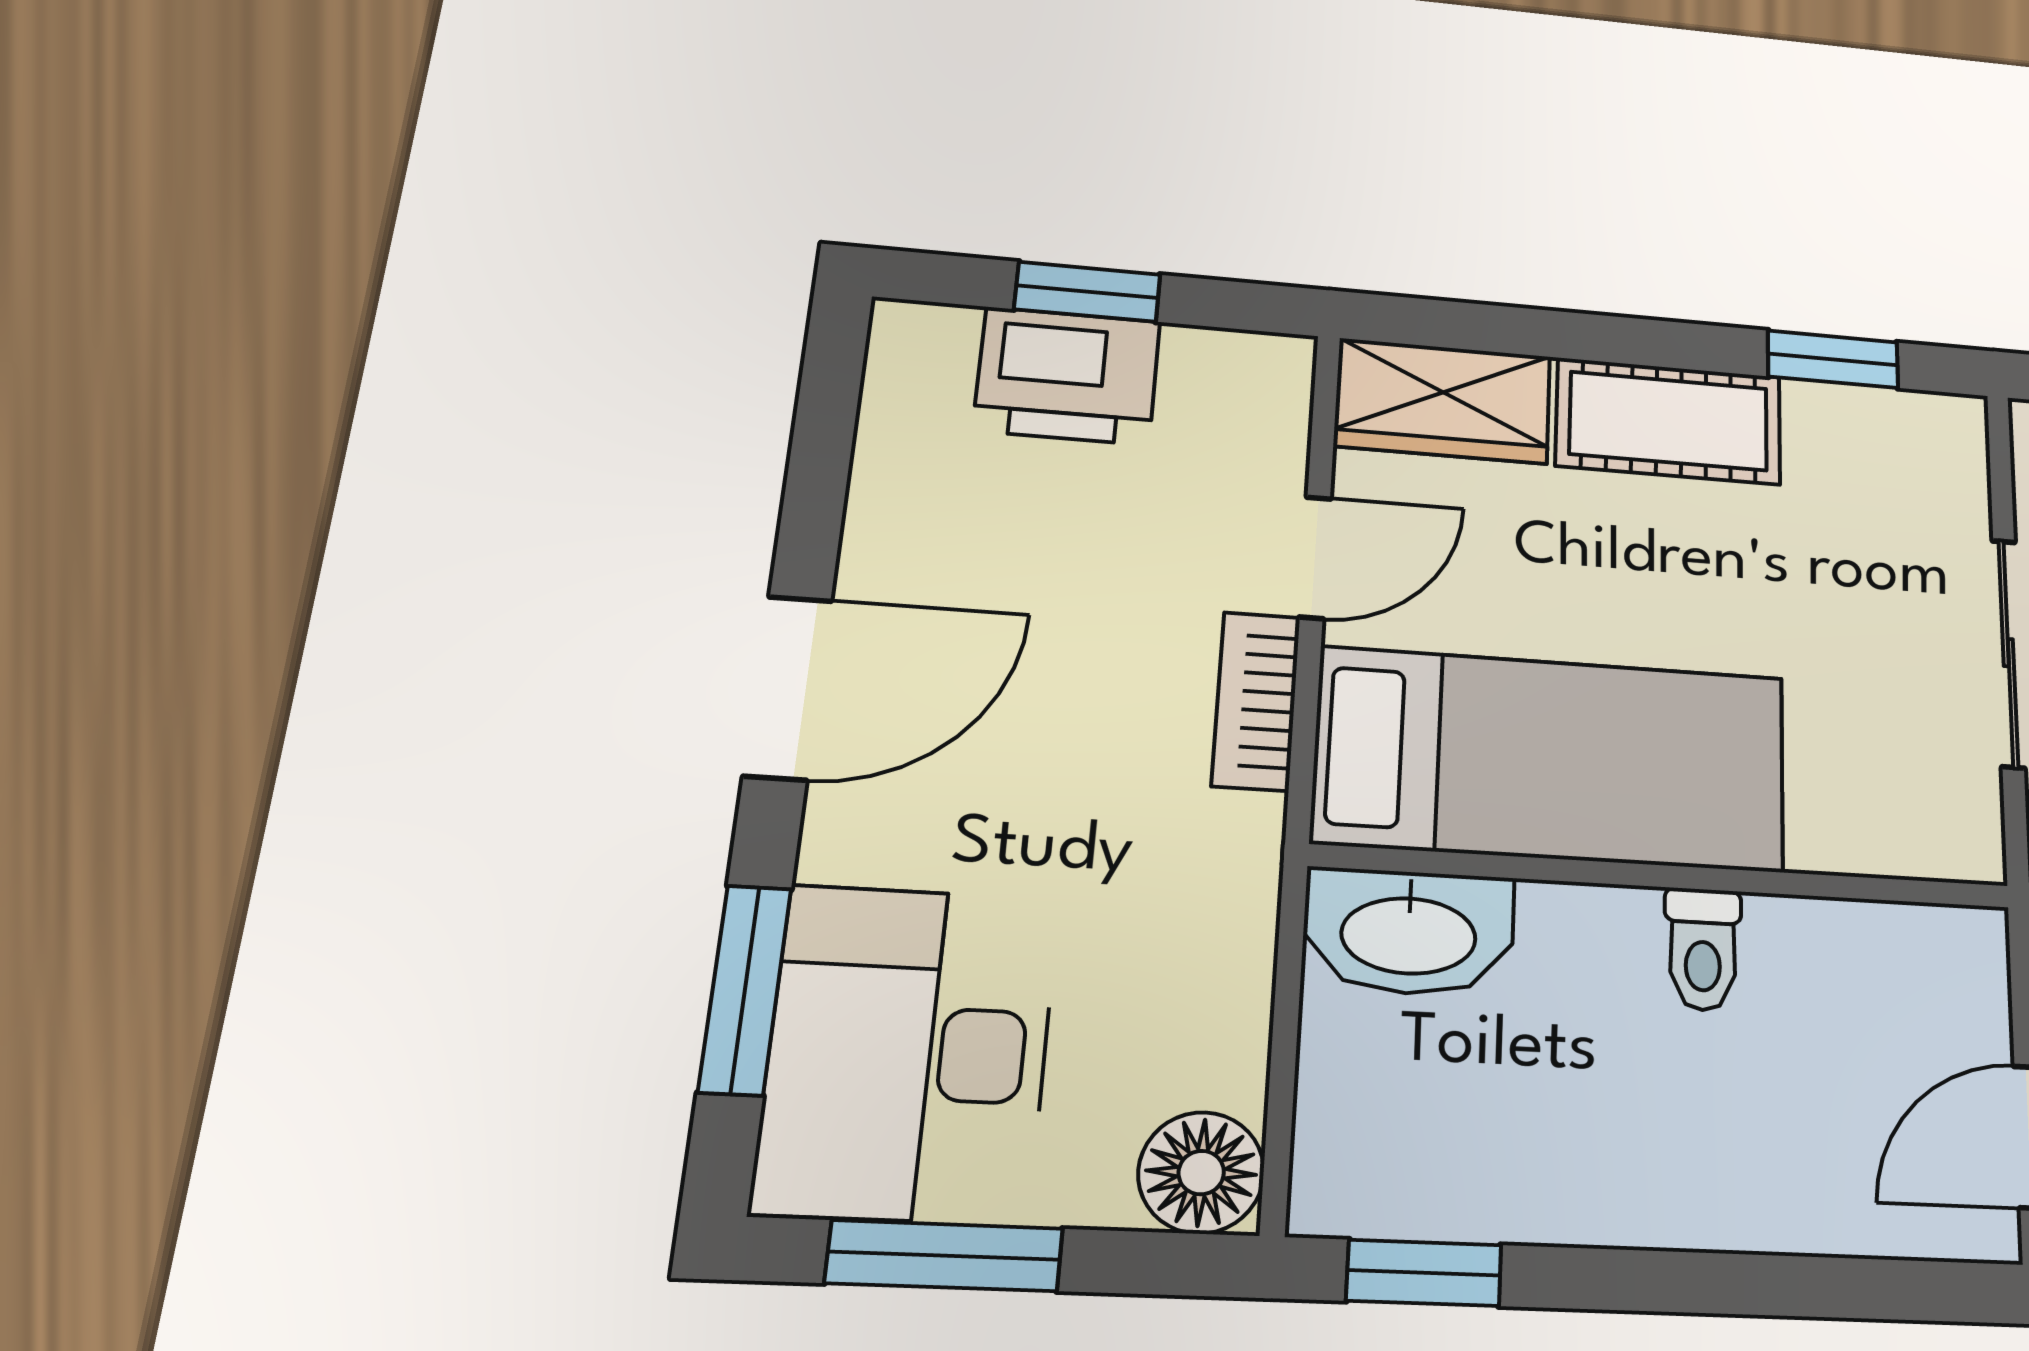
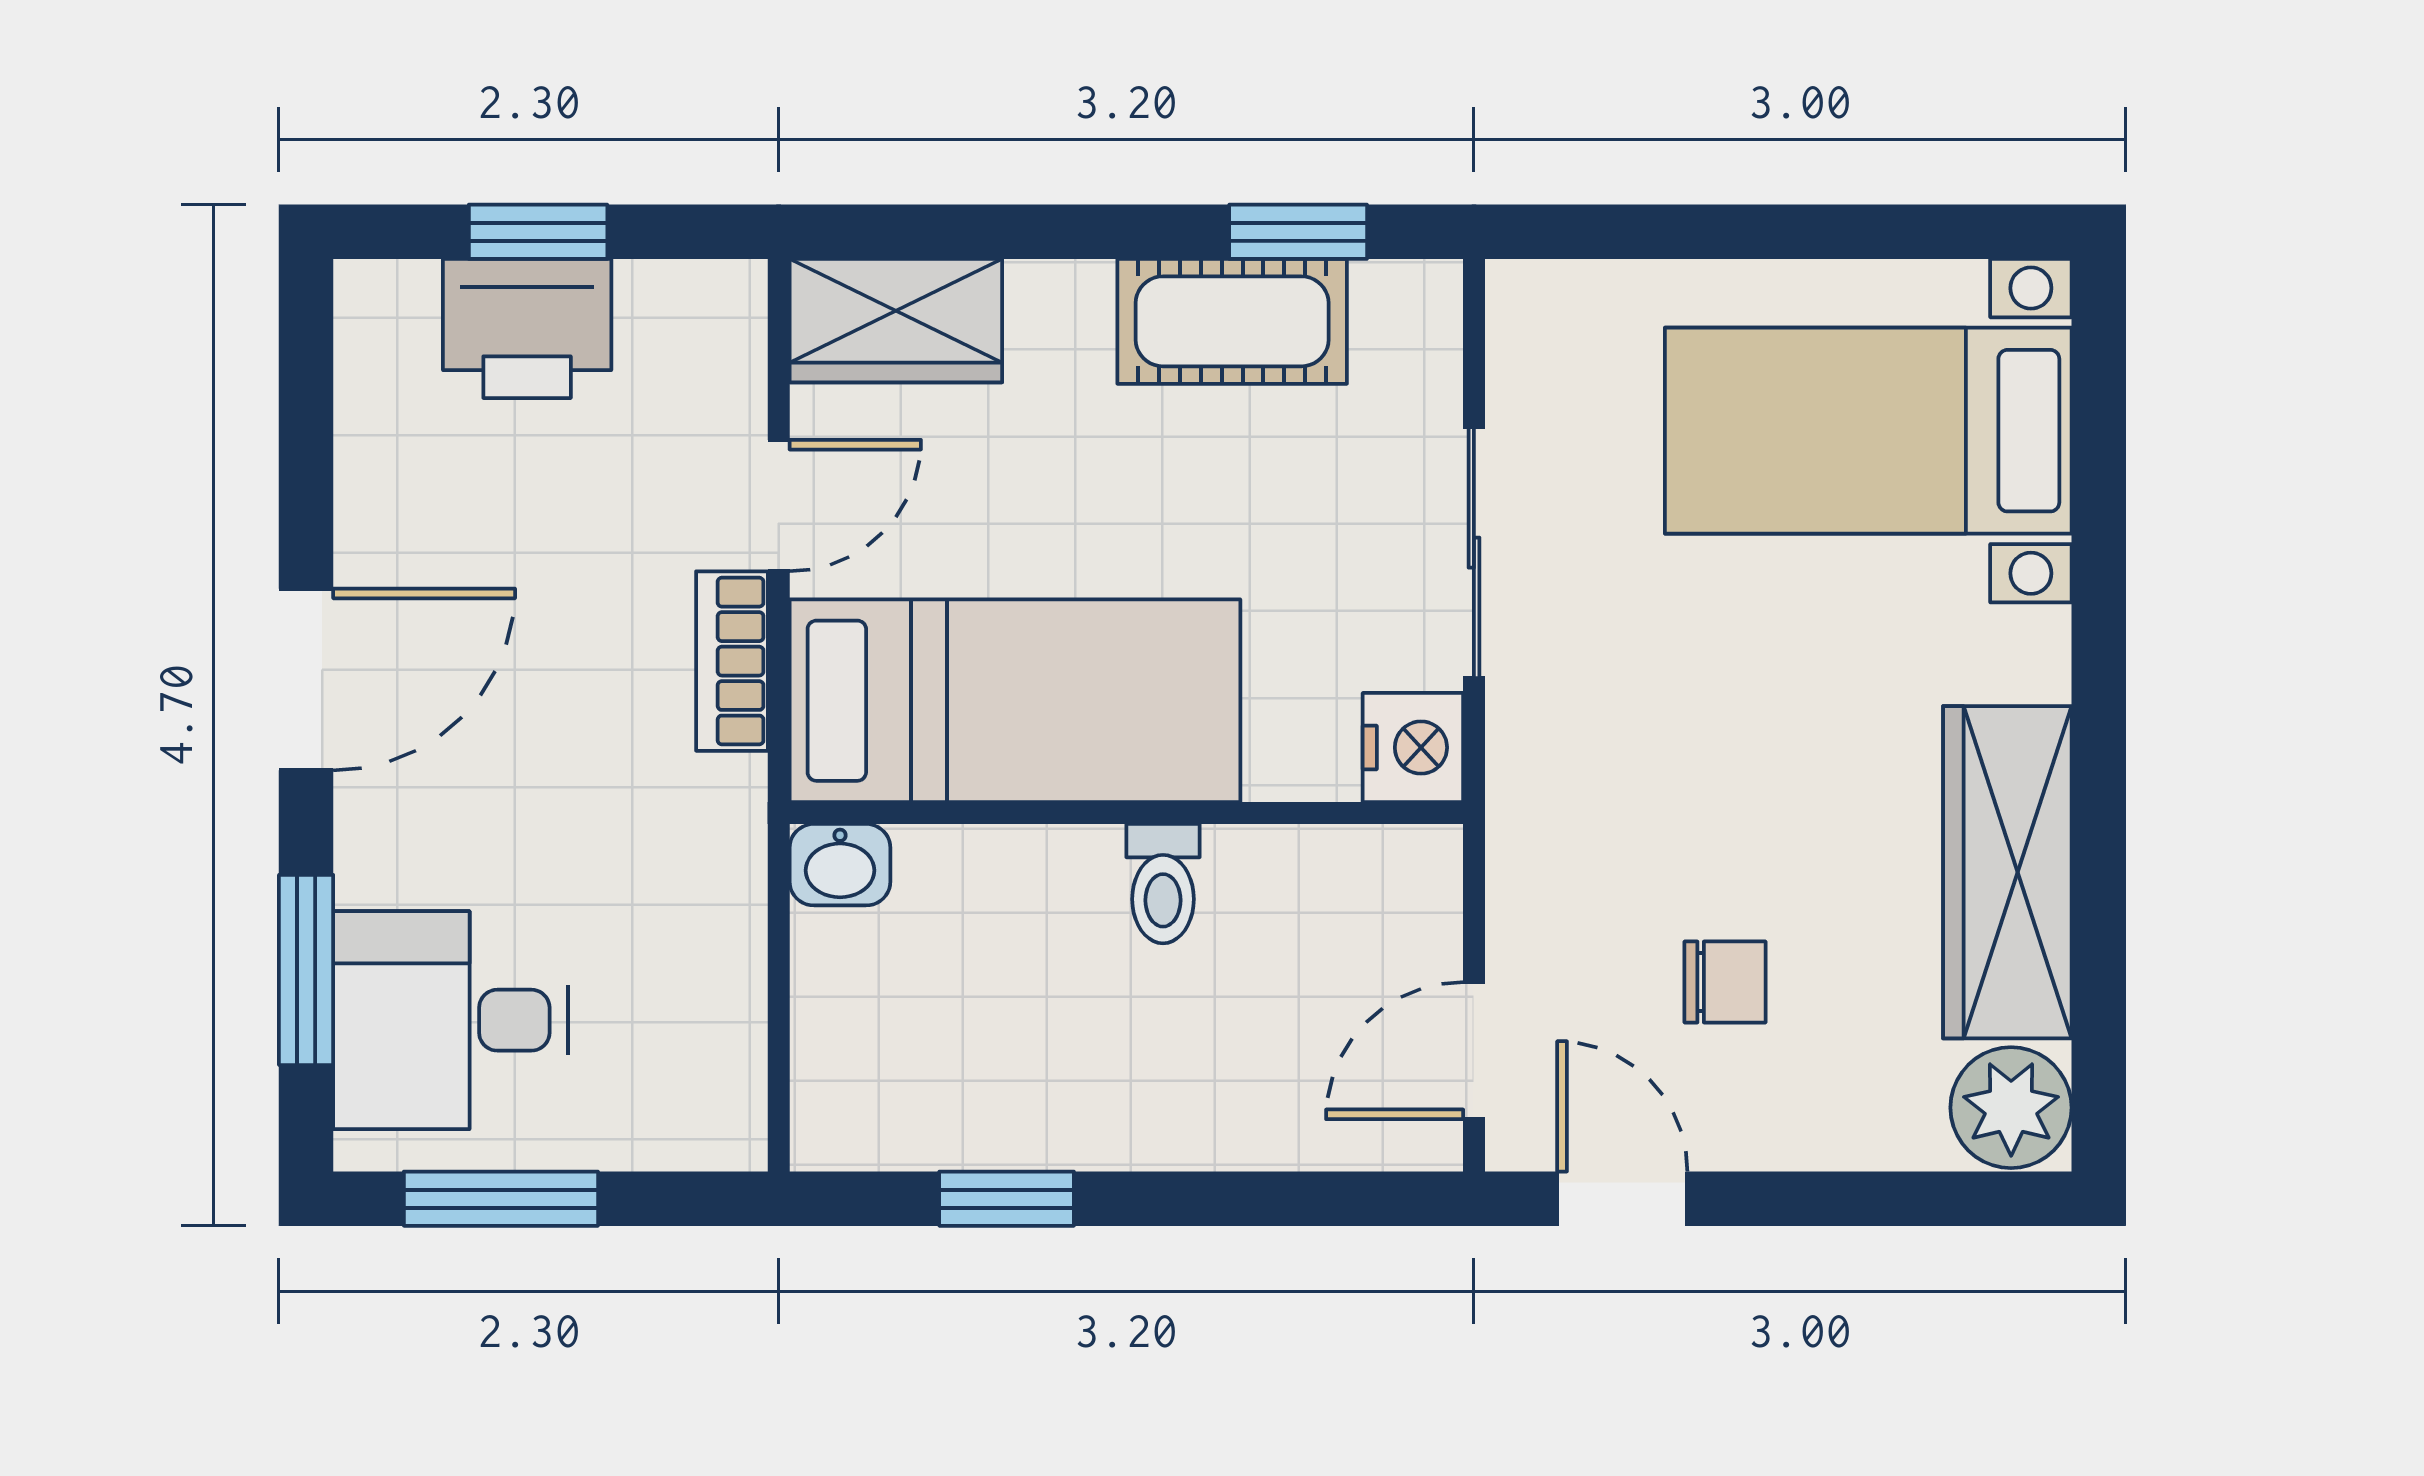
cot: (1669, 421) -> (1232, 321), moved
nightstand: (1955, 830) -> (1413, 748), added
washbasin: (1409, 932) -> (840, 865), width x0.52, depth x0.69
desk: (908, 1053) -> (451, 1020), width x0.73
floor lamp: (1201, 1173) -> (713, 1117), removed
window: (1424, 1273) -> (1007, 1199), moved

